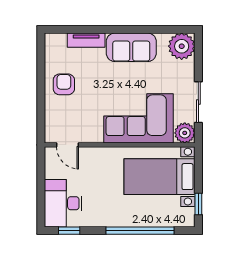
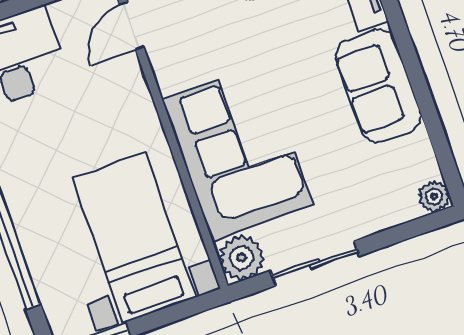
plant: (182, 46) -> (434, 197), width x0.53, depth x0.53

